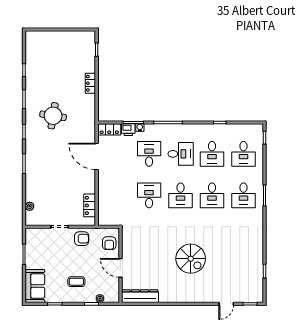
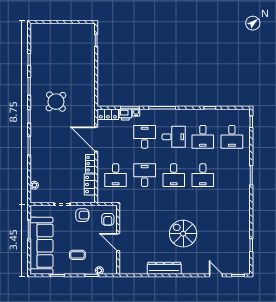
locker: (90, 83) -> (90, 164), moved
round table: (53, 116) -> (56, 102), turned 38
desk: (243, 195) -> (116, 175), moved
spiral stairs: (191, 259) -> (183, 234), turned 180
sofa: (35, 286) -> (42, 246), width x1.85, depth x1.27
dresser: (140, 296) -> (164, 268), moved
door: (226, 304) -> (216, 275), swing flipped

